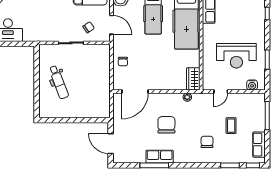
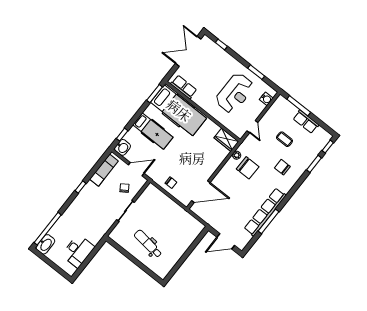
dental chair: (59, 82) -> (148, 244), turned -152
door: (135, 92) -> (201, 192), hinge flipped
chair: (166, 125) -> (248, 168), moved, turned 180
row of seats: (259, 145) -> (306, 122), moved
row of seats: (160, 157) -> (265, 212), width x2.02

